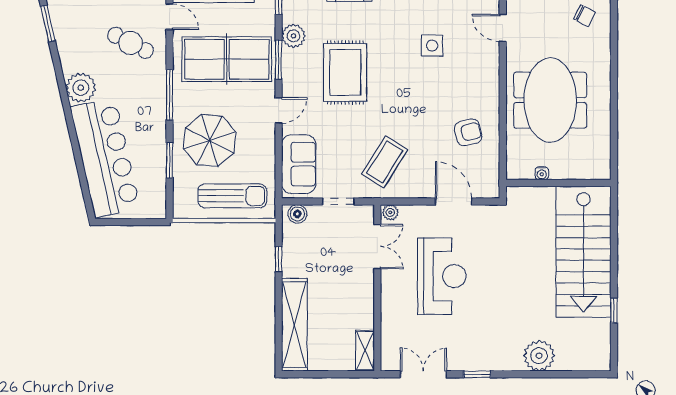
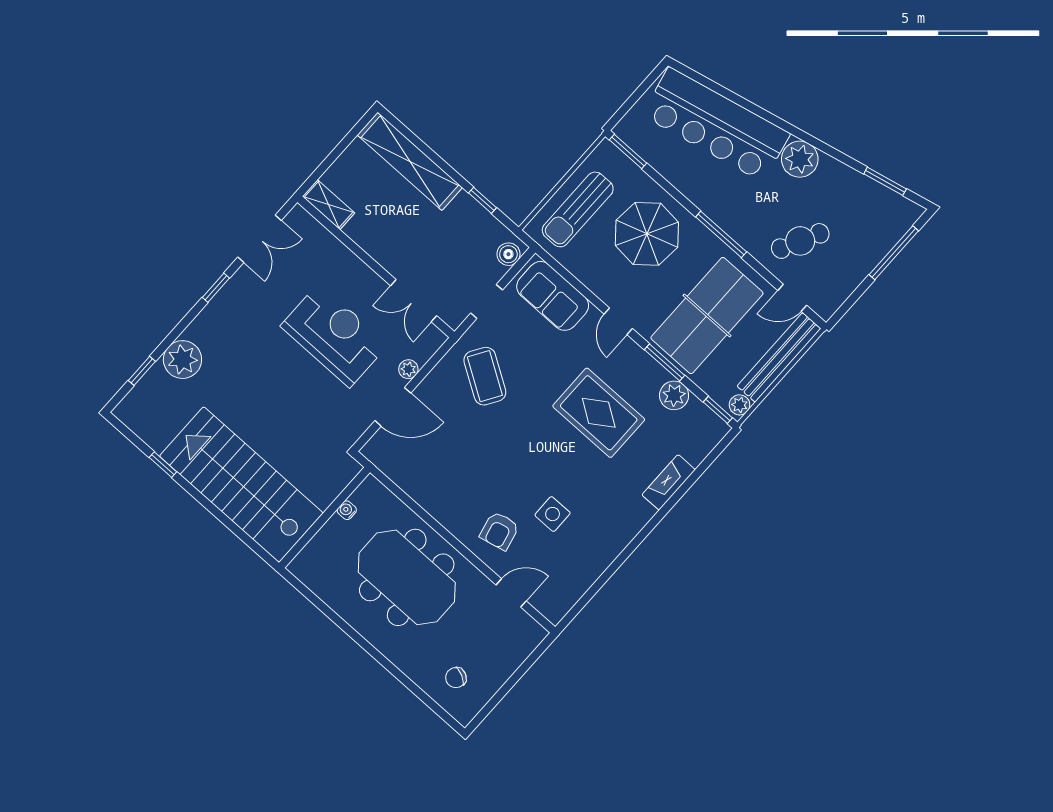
armchair: (468, 132) -> (499, 531), moved
window: (170, 160) -> (628, 151), moved
plant: (390, 212) -> (408, 369), moved
reception desk: (442, 276) -> (334, 335), turned 180
window: (568, 374) -> (142, 371), added

